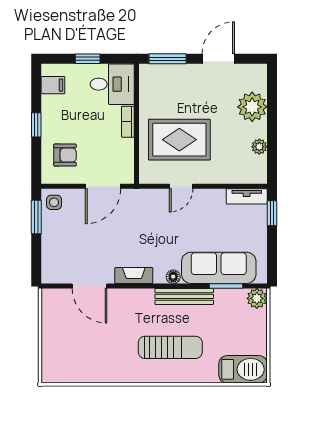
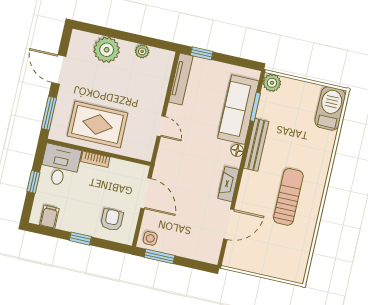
rug: (179, 140) -> (98, 124), moved, turned 90
tv unit: (247, 196) -> (181, 79), width x1.41
sun lounger: (170, 347) -> (288, 197), moved

